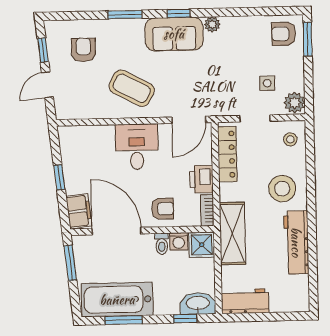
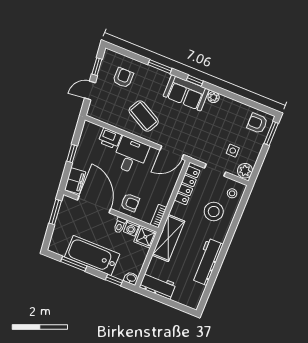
printer: (201, 179) -> (110, 138), moved, turned -90
stool: (282, 189) -> (214, 211), moved
bathtub: (117, 300) -> (92, 256), moved
washbasin: (198, 304) -> (131, 278), width x0.52, depth x0.69

